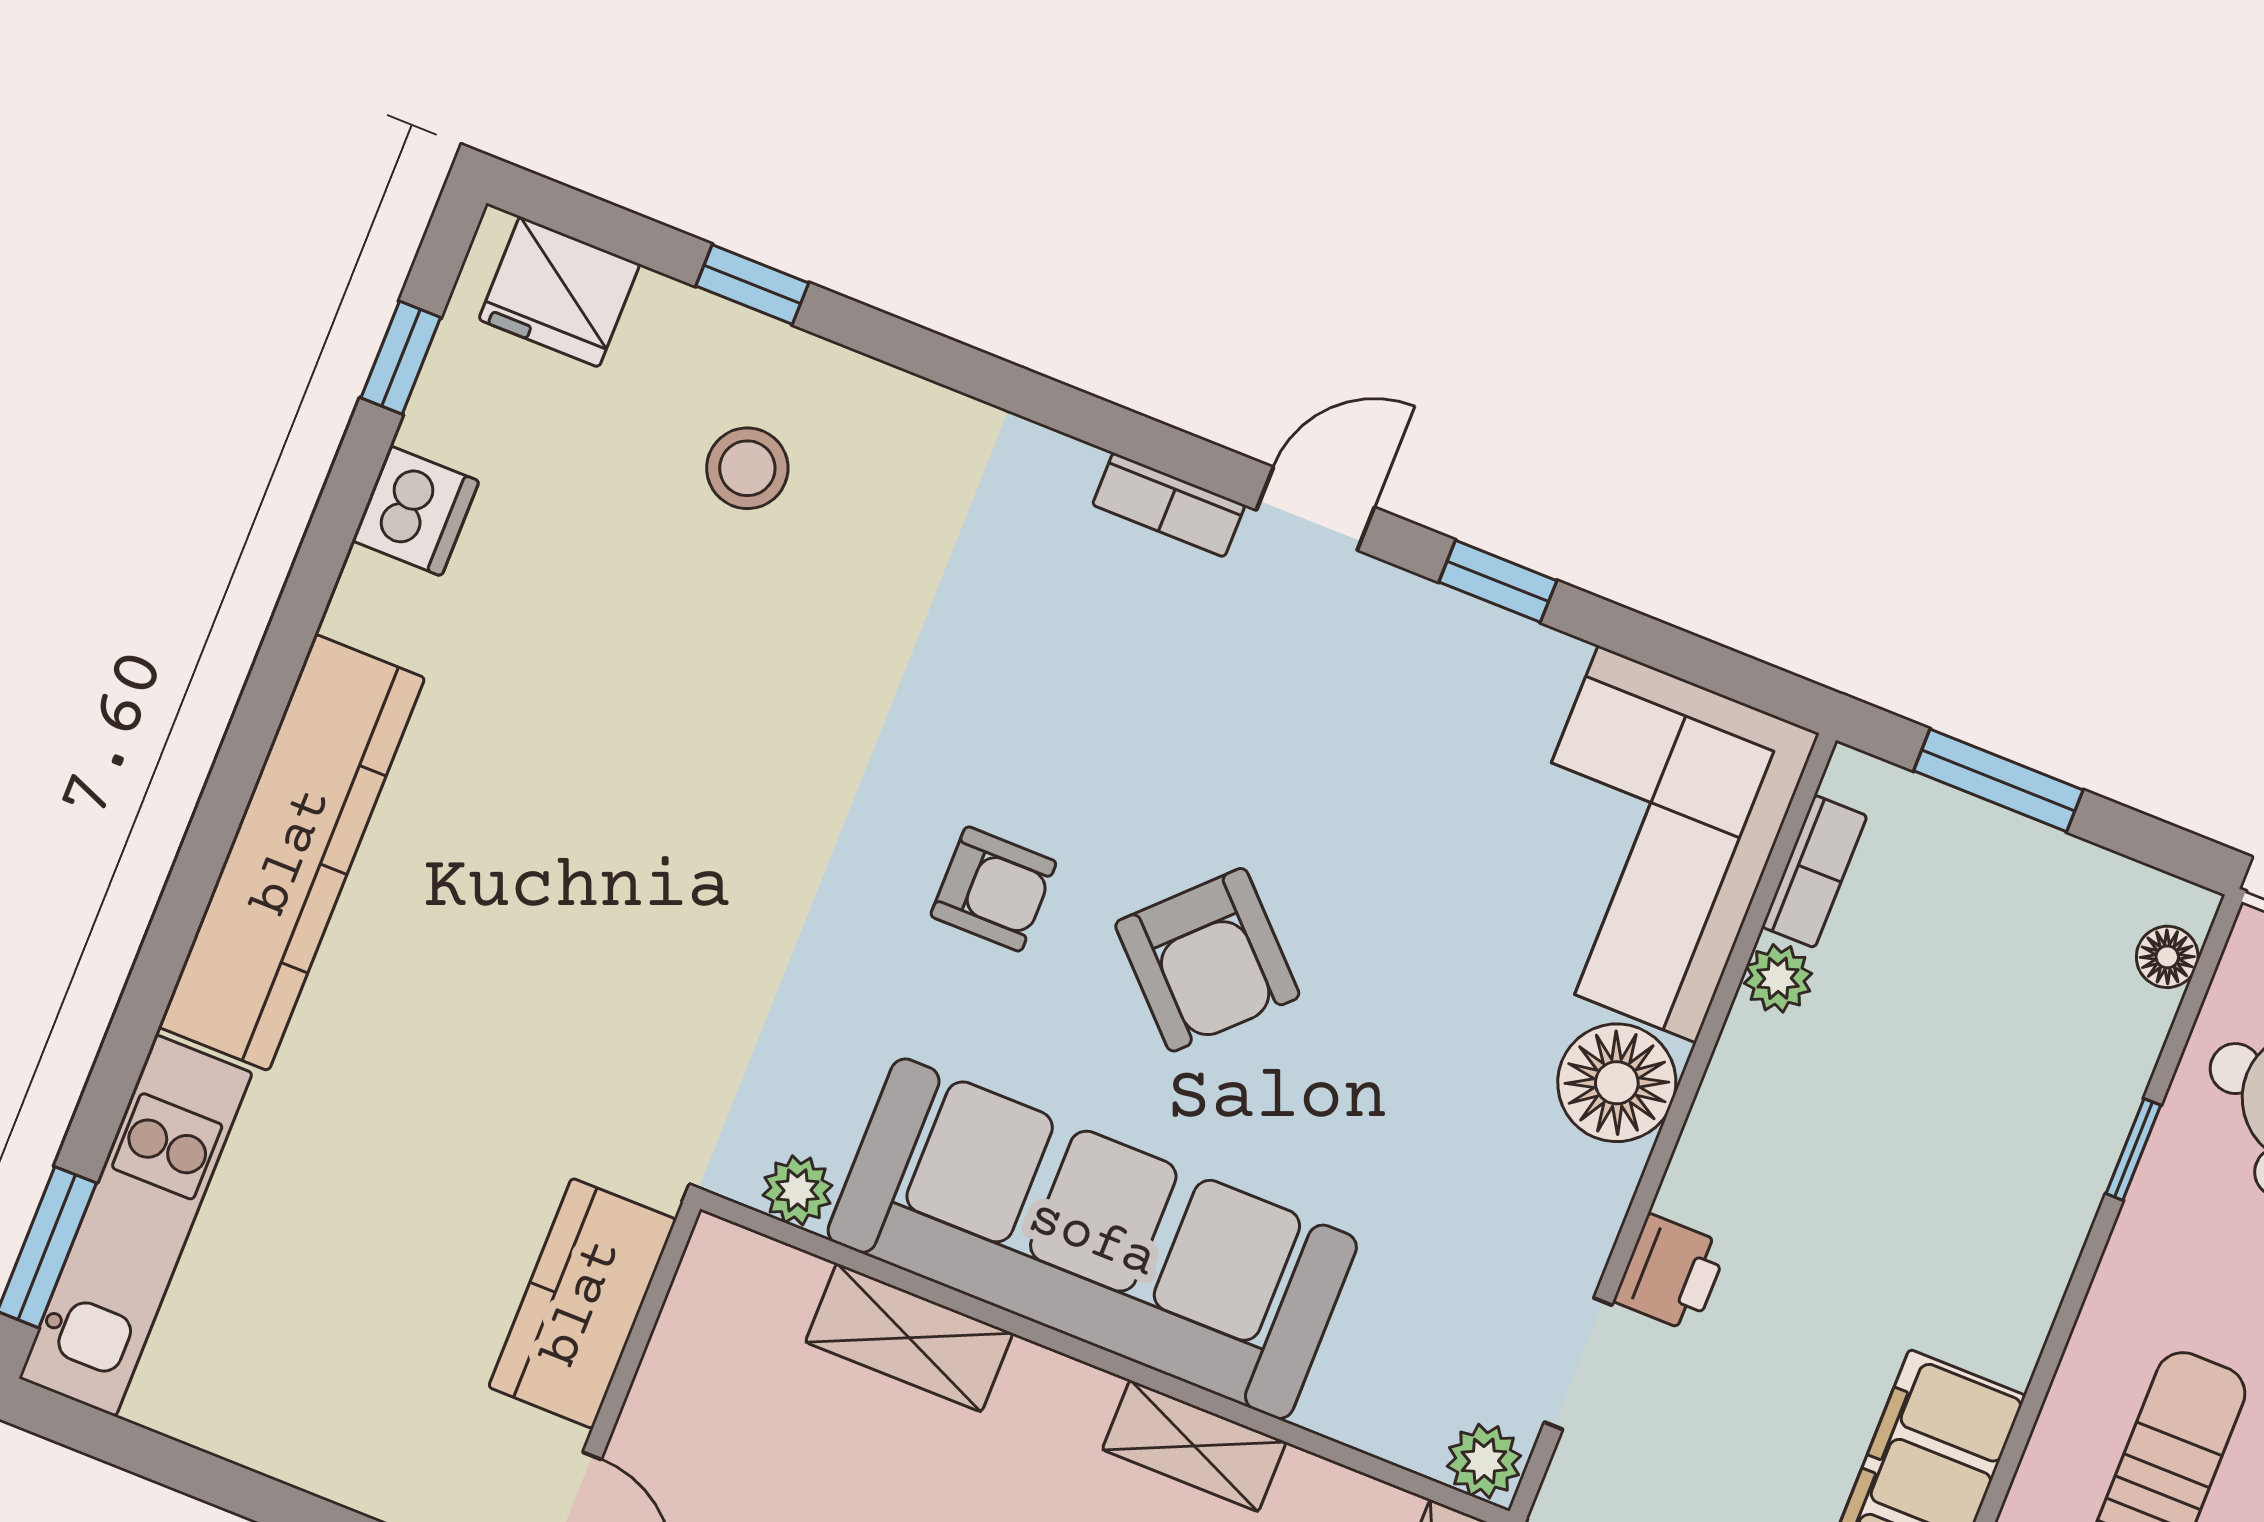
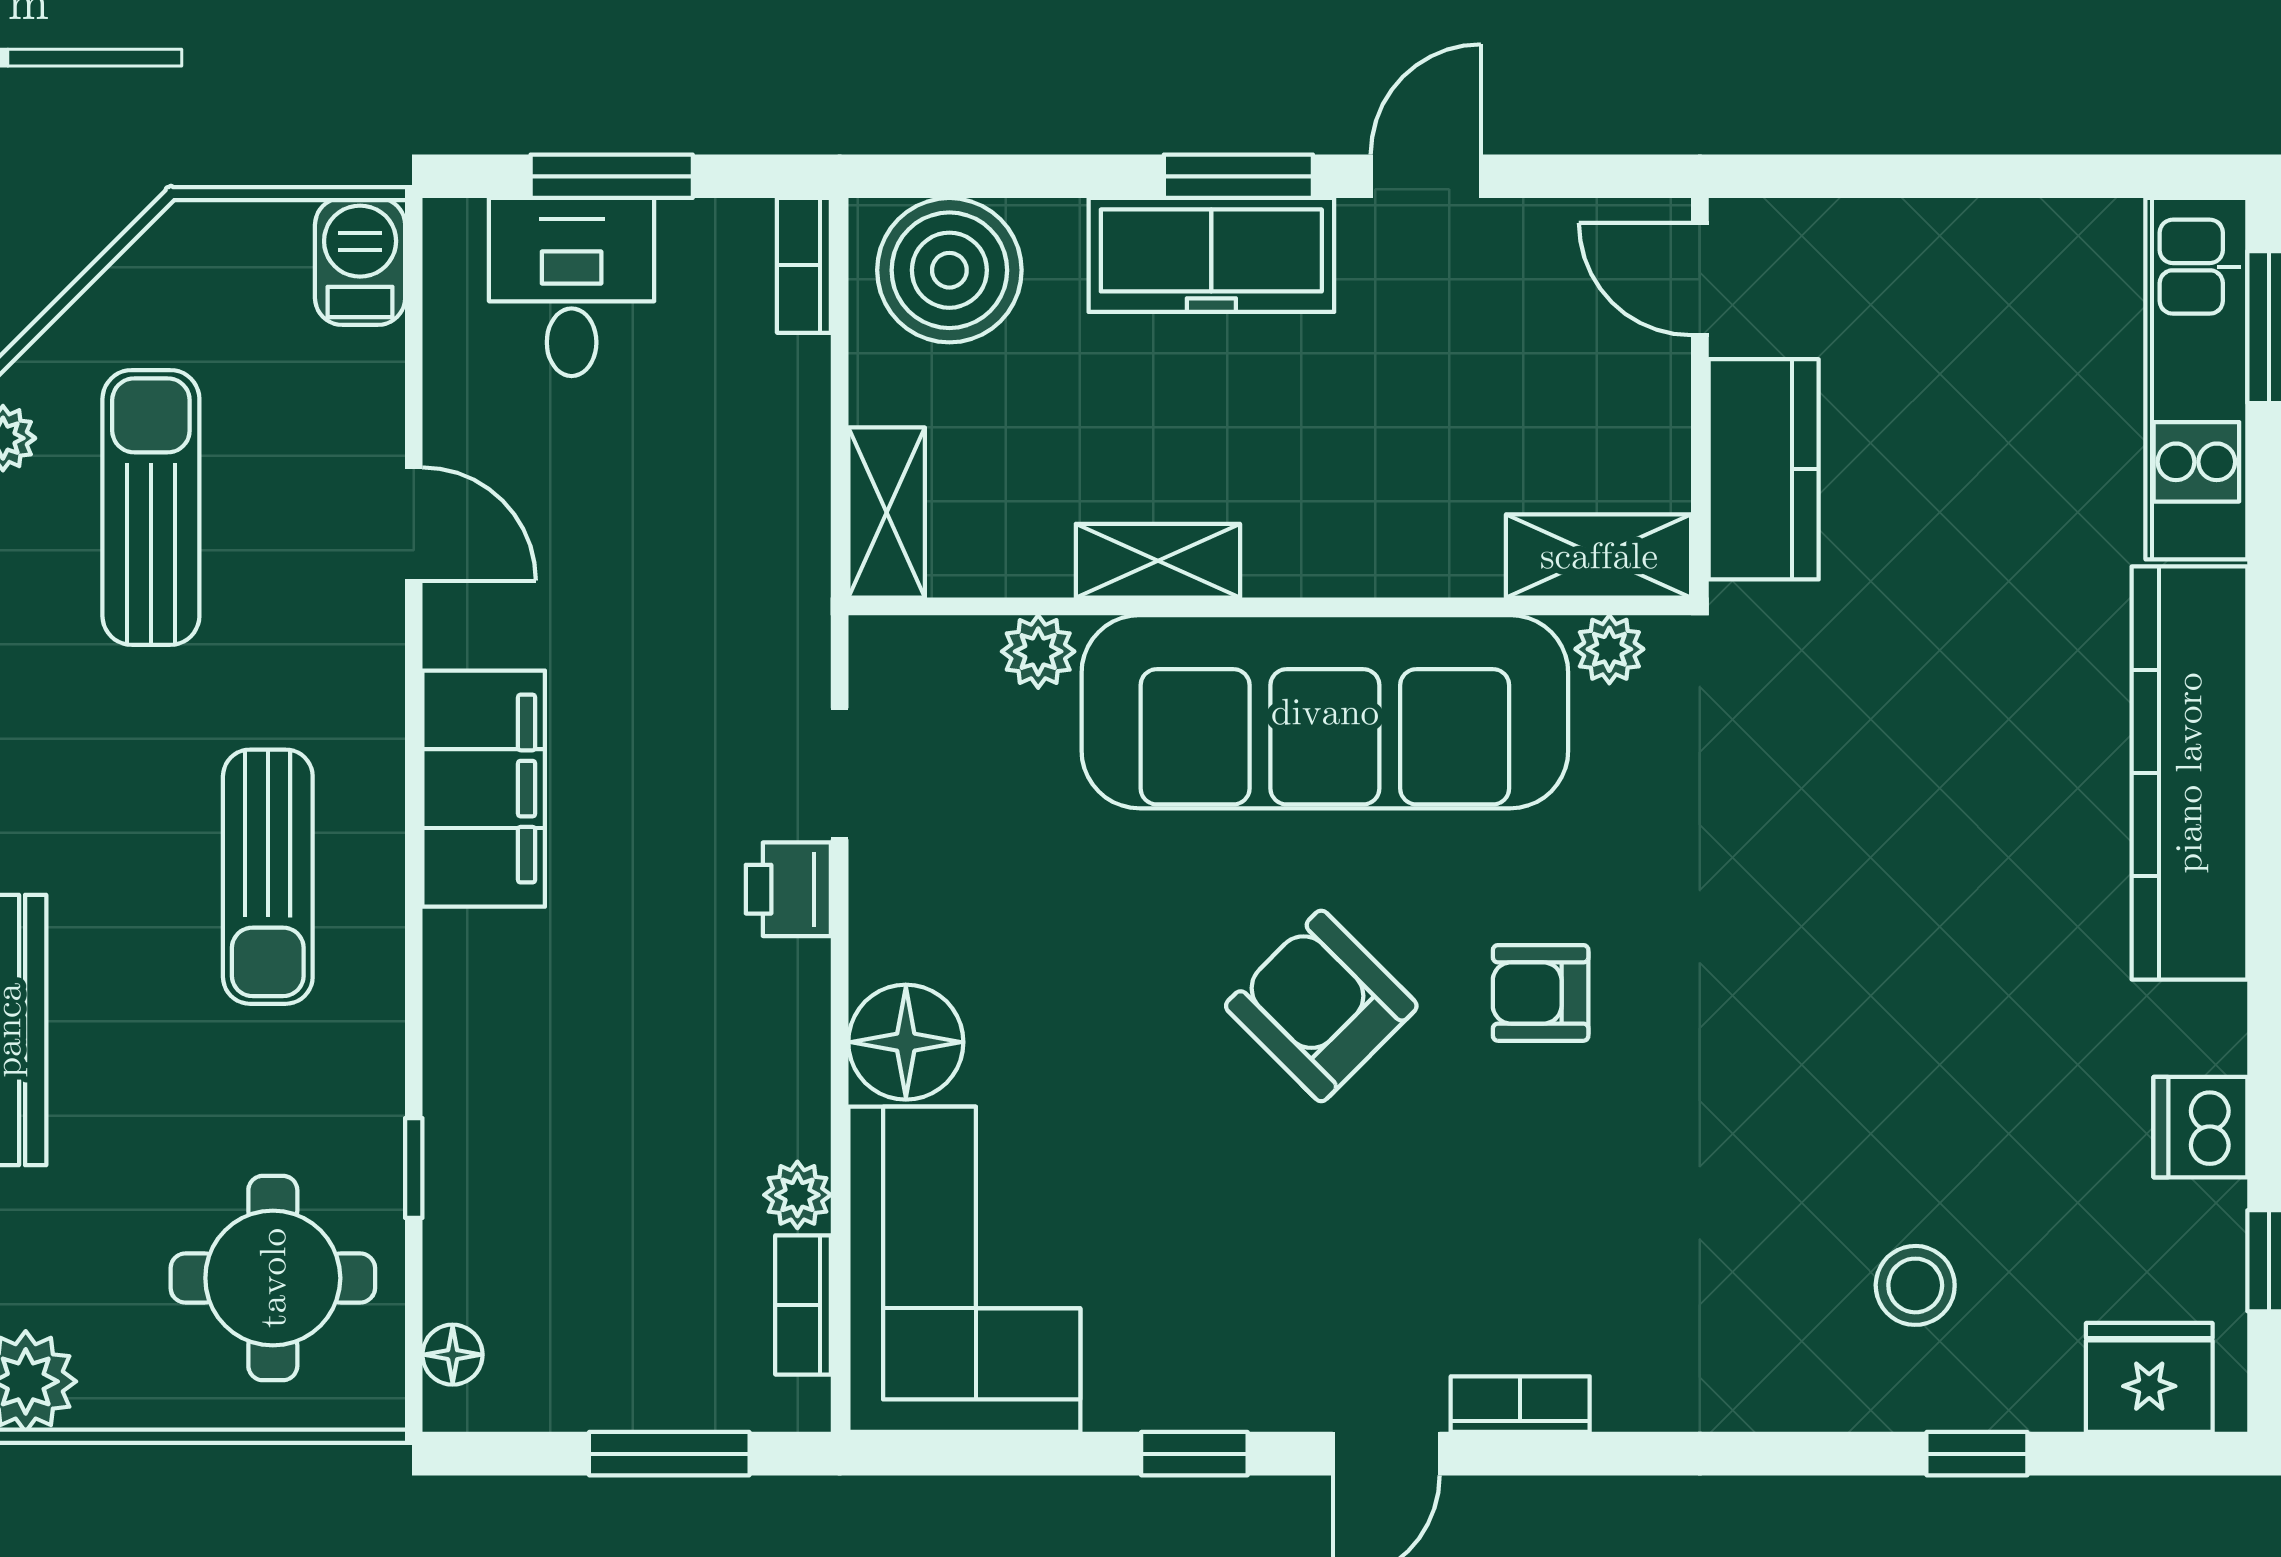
shelving: (909, 1338) -> (1599, 556), moved
plant: (1484, 1461) -> (1038, 651), moved

